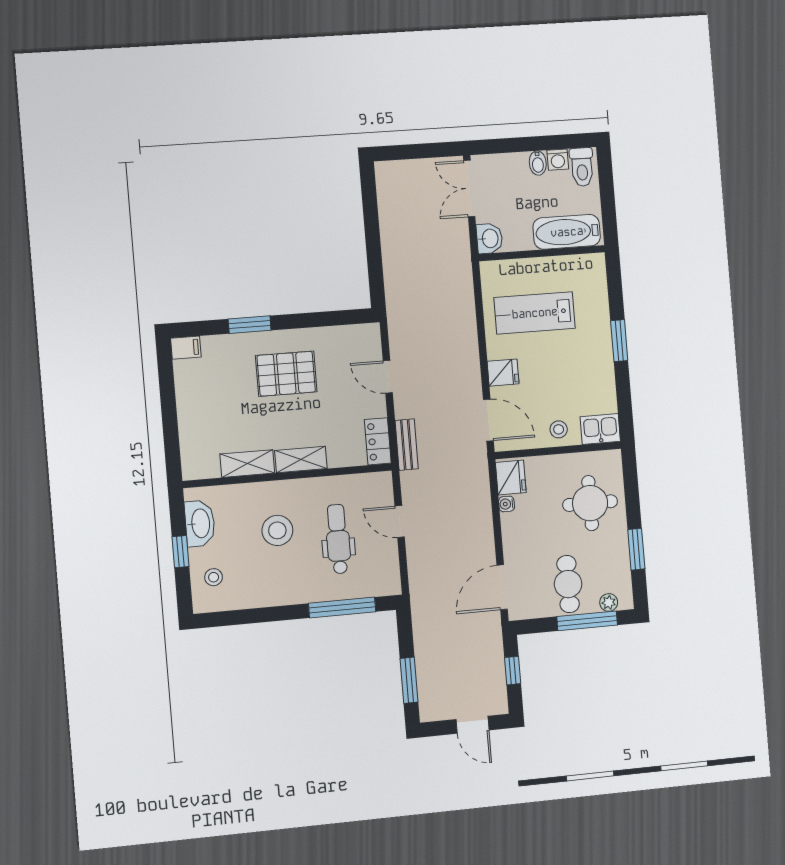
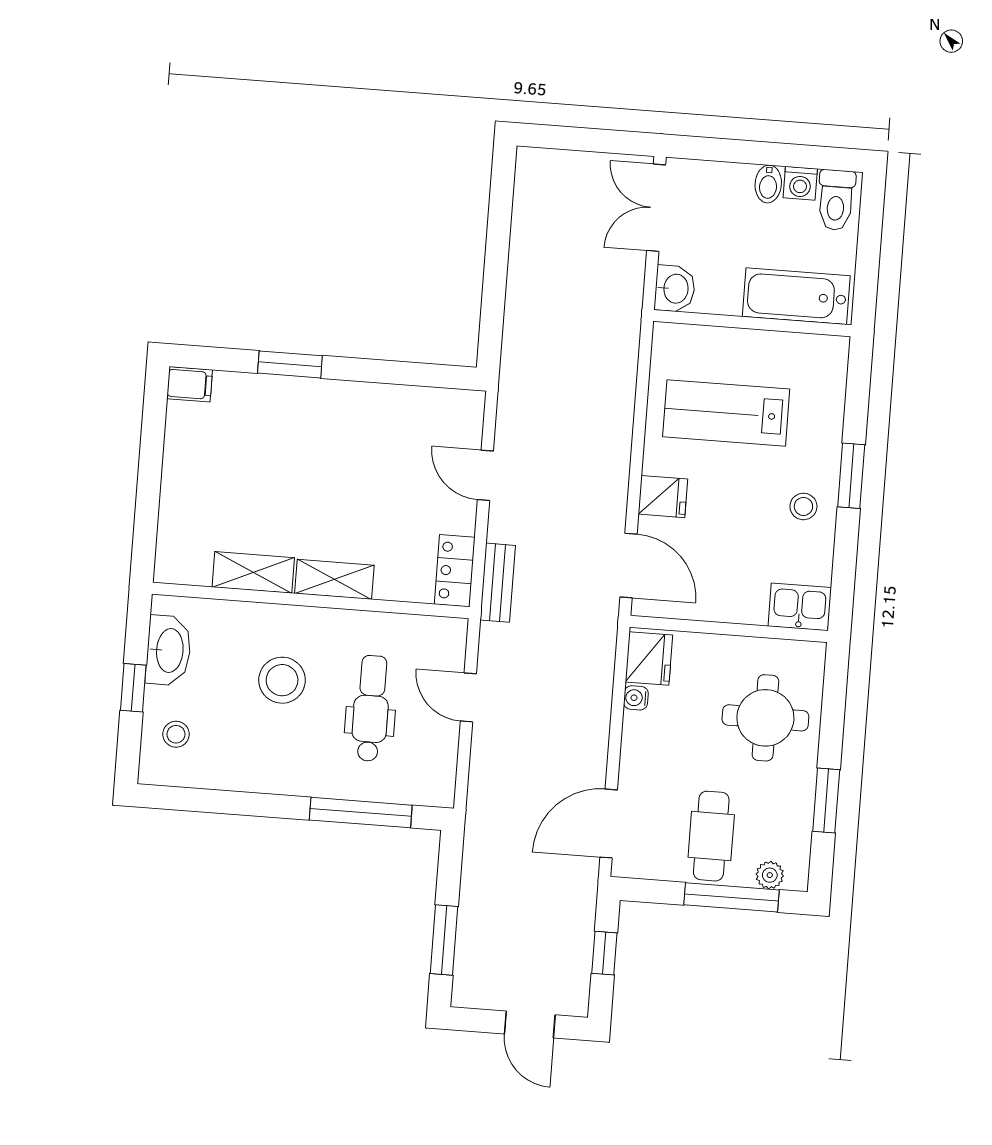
pallet: (286, 374) -> (333, 447), removed
stool: (559, 429) -> (803, 506), moved

